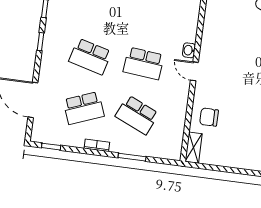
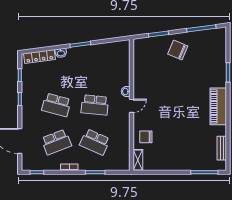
door: (194, 71) -> (131, 106), swing flipped

